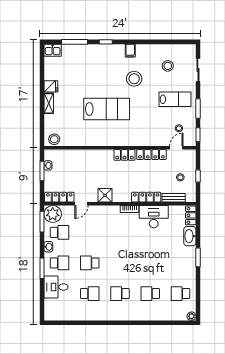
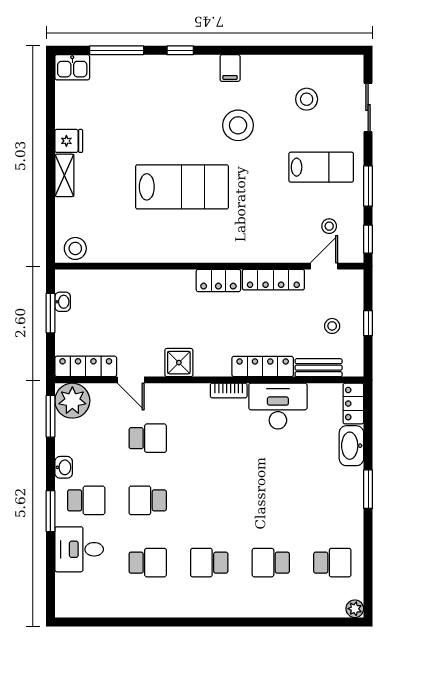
door: (81, 204) -> (131, 380), hinge flipped
school desk: (60, 232) -> (148, 438), moved
school desk: (180, 294) -> (332, 563), turned 180

